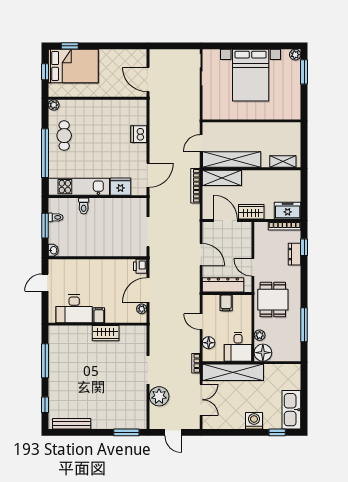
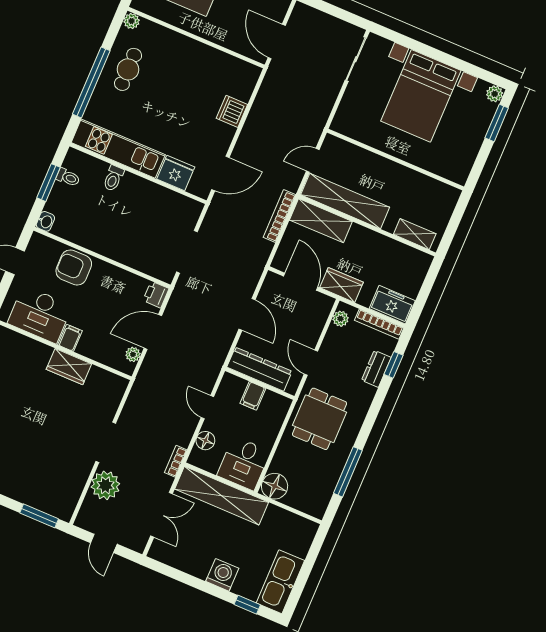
armchair: (83, 271) -> (74, 267), added
plant: (260, 335) -> (341, 319), moved

